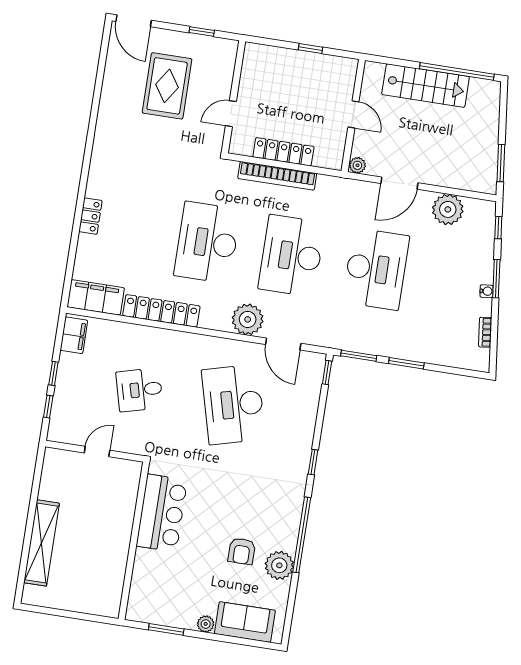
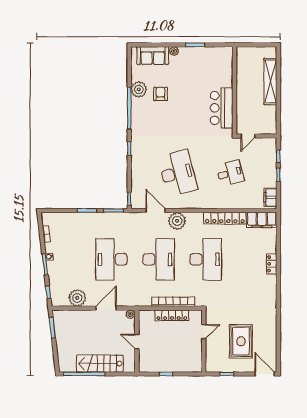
bar counter: (162, 513) -> (222, 108), moved
wall: (134, 541) -> (235, 90), moved

